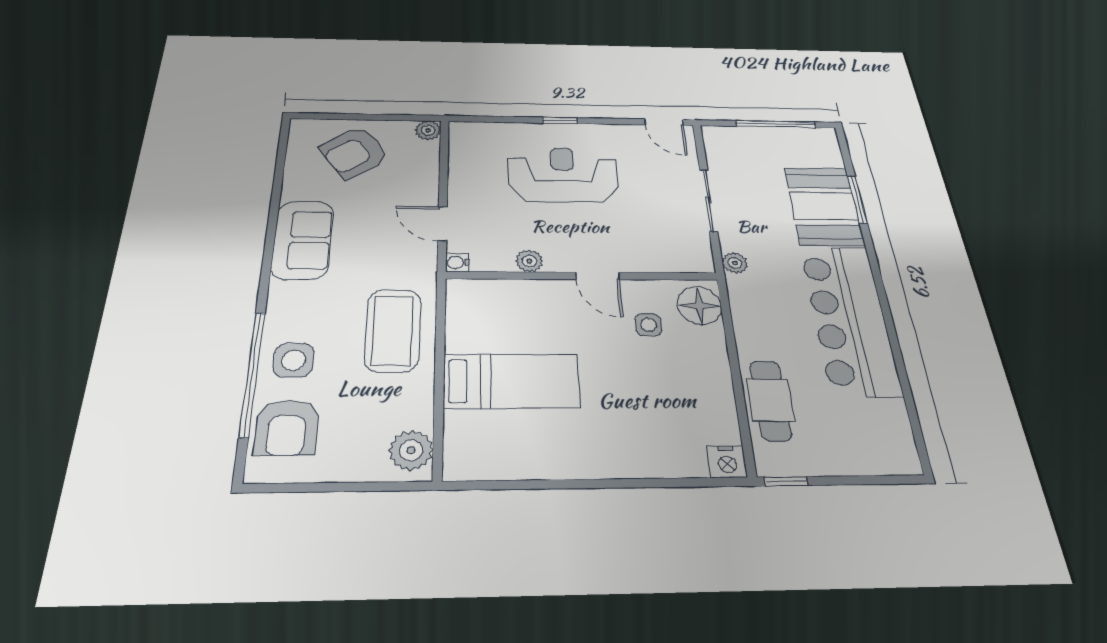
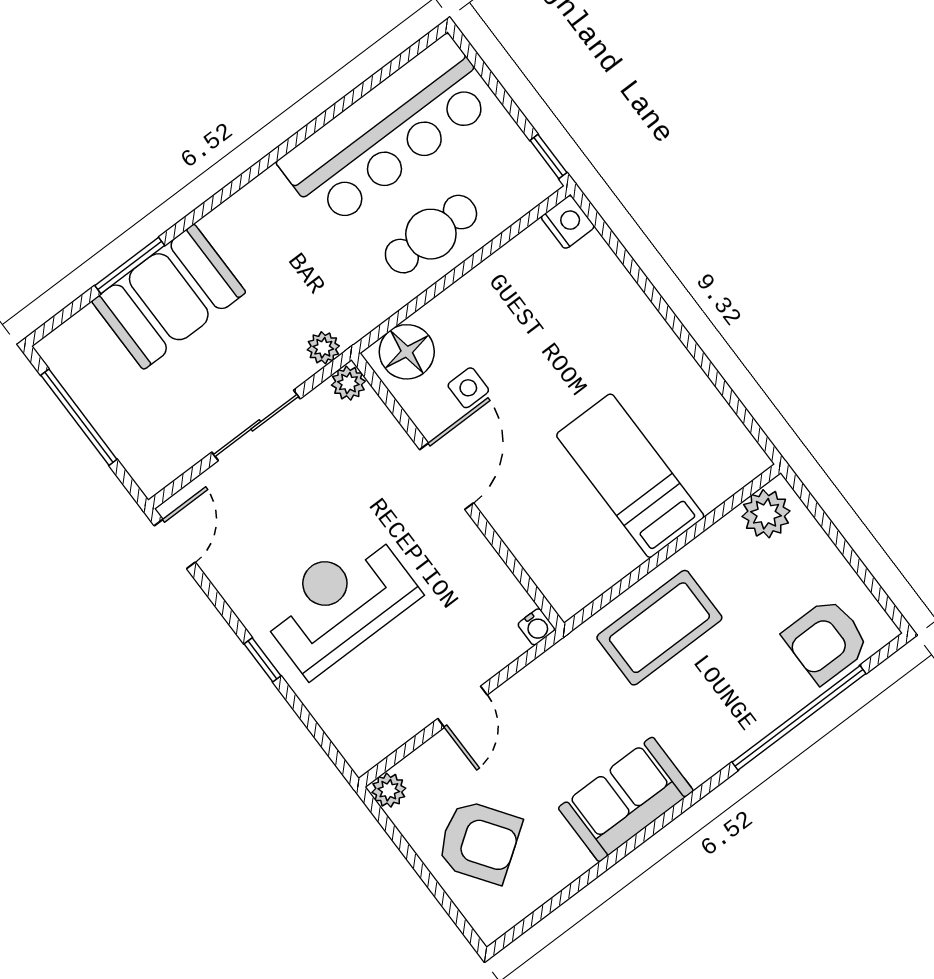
reception desk: (563, 175) -> (339, 602), turned 90
door: (443, 224) -> (462, 707), moved
plant: (529, 261) -> (348, 383), moved
door: (598, 276) -> (447, 476), width x1.38
bar counter: (850, 319) -> (388, 132), moved
side table: (294, 360) -> (759, 692), removed
cafe table: (771, 400) -> (431, 234), moved
armchair: (287, 428) -> (826, 641), turned 180

